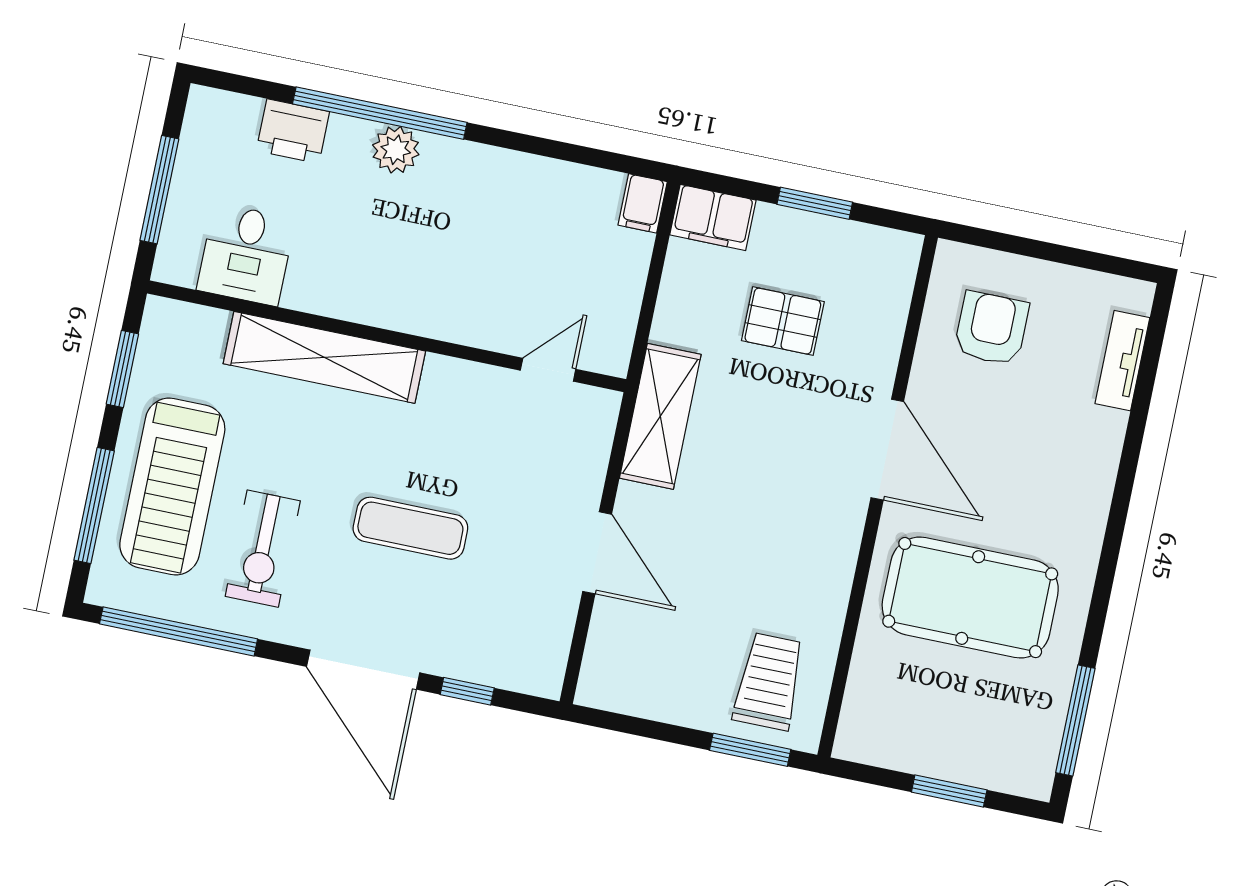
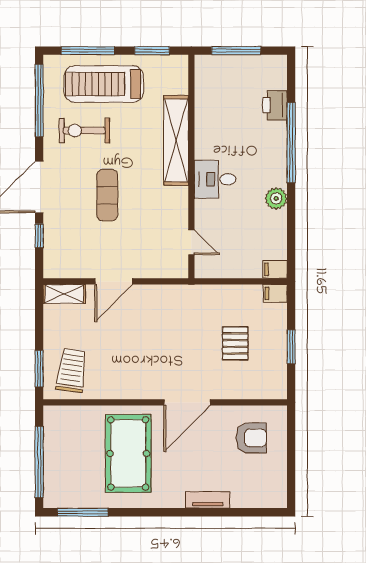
plant: (396, 150) -> (276, 198), moved
filing cabinet: (713, 217) -> (275, 293), width x0.50
desk: (246, 254) -> (215, 179), moved
tv unit: (1122, 361) -> (208, 500), moved
shelving: (660, 416) -> (64, 294), moved, width x0.67, depth x0.75
trolley: (769, 682) -> (72, 371), turned -82
window: (949, 791) -> (39, 462), width x2.11

